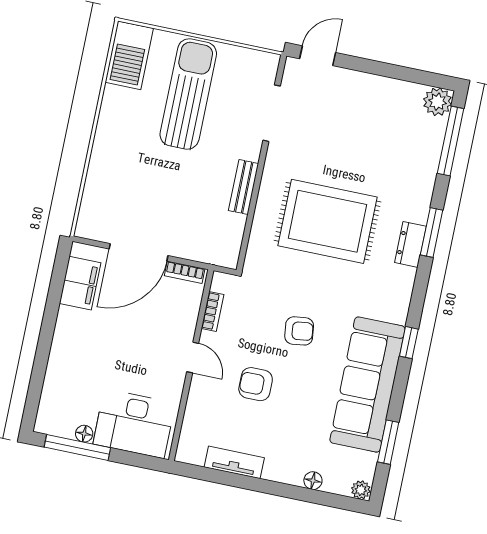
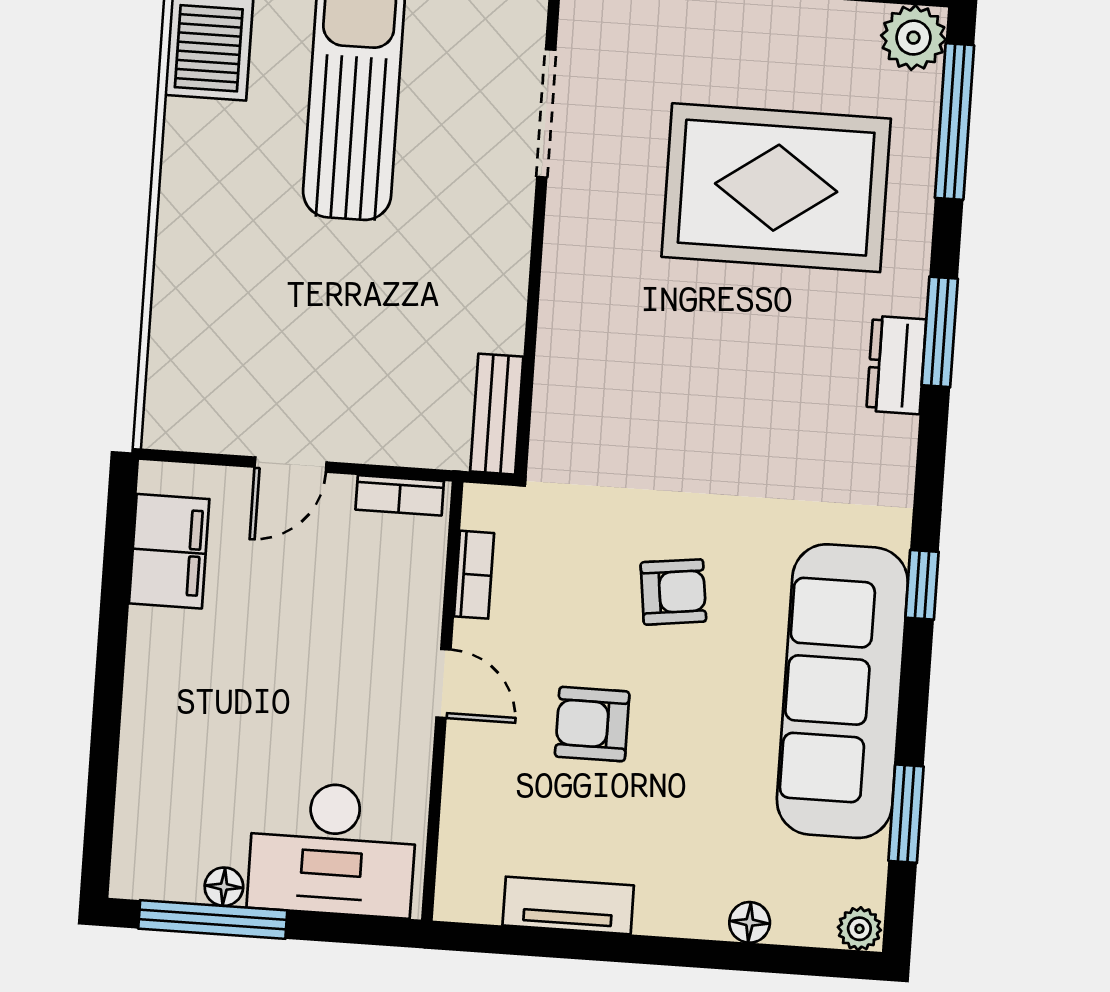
bench: (244, 187) -> (497, 414), moved
rug: (328, 221) -> (776, 188), moved
door: (139, 252) -> (291, 465), width x0.53

